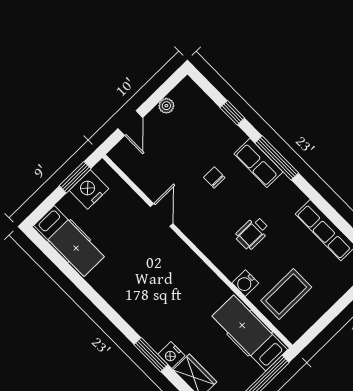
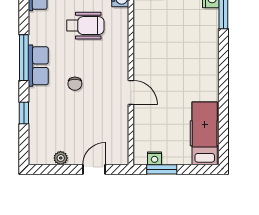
nightstand: (89, 189) -> (155, 158), width x0.53, depth x0.56
door: (162, 215) -> (131, 92), swing flipped
wheelchair: (252, 233) -> (85, 26), width x1.36, depth x1.37

